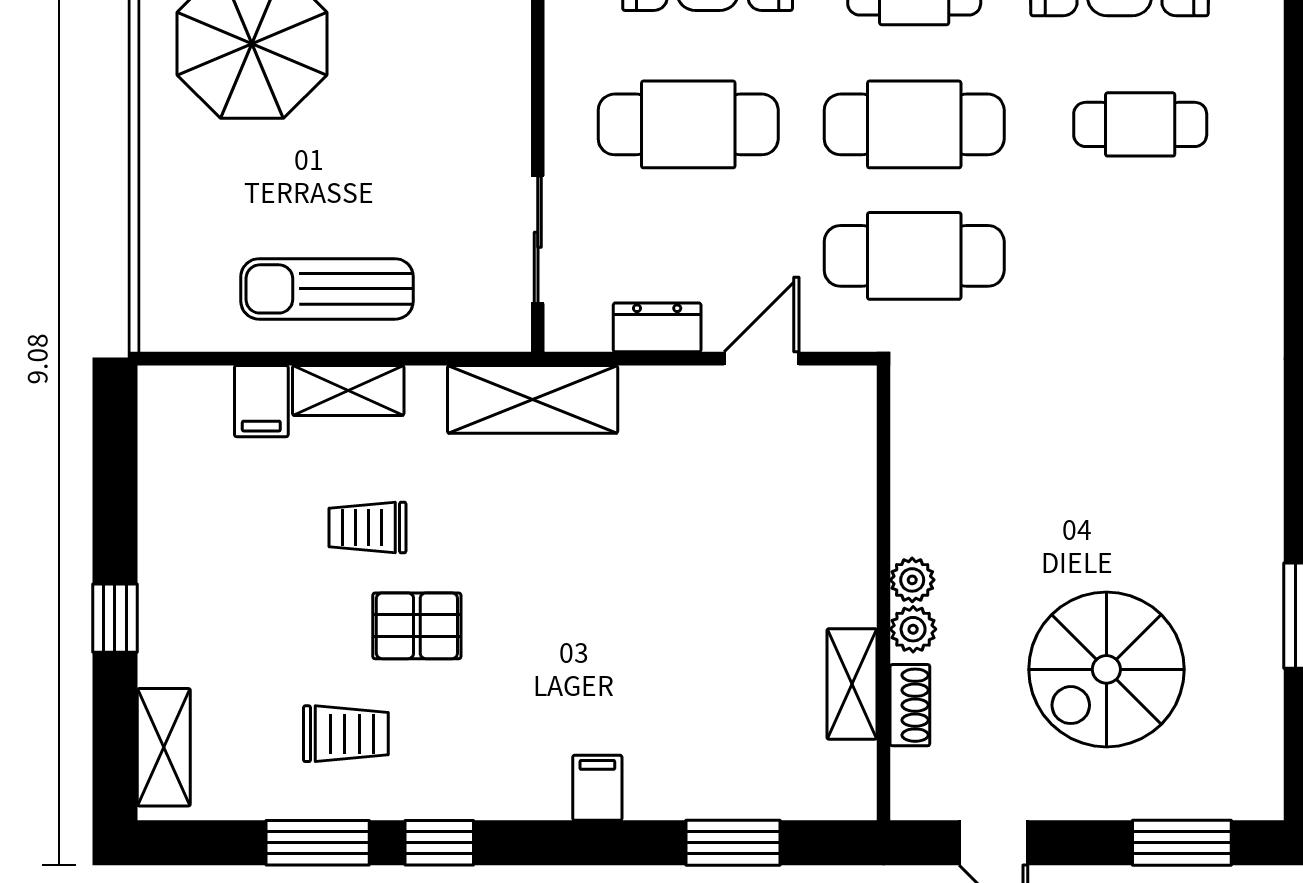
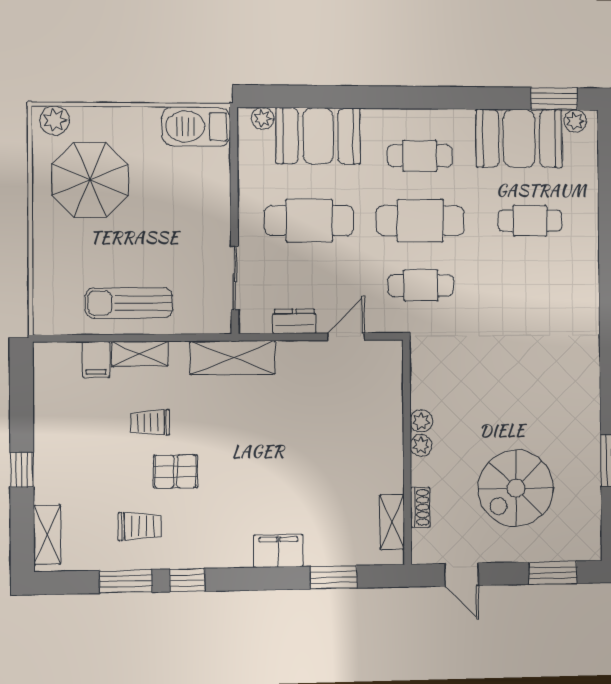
cafe table: (914, 256) -> (421, 285), width x0.73, depth x0.74
plant: (913, 629) -> (421, 421), moved
shelving: (852, 684) -> (392, 522), moved
filing cabinet: (597, 788) -> (278, 551), width x2.00

